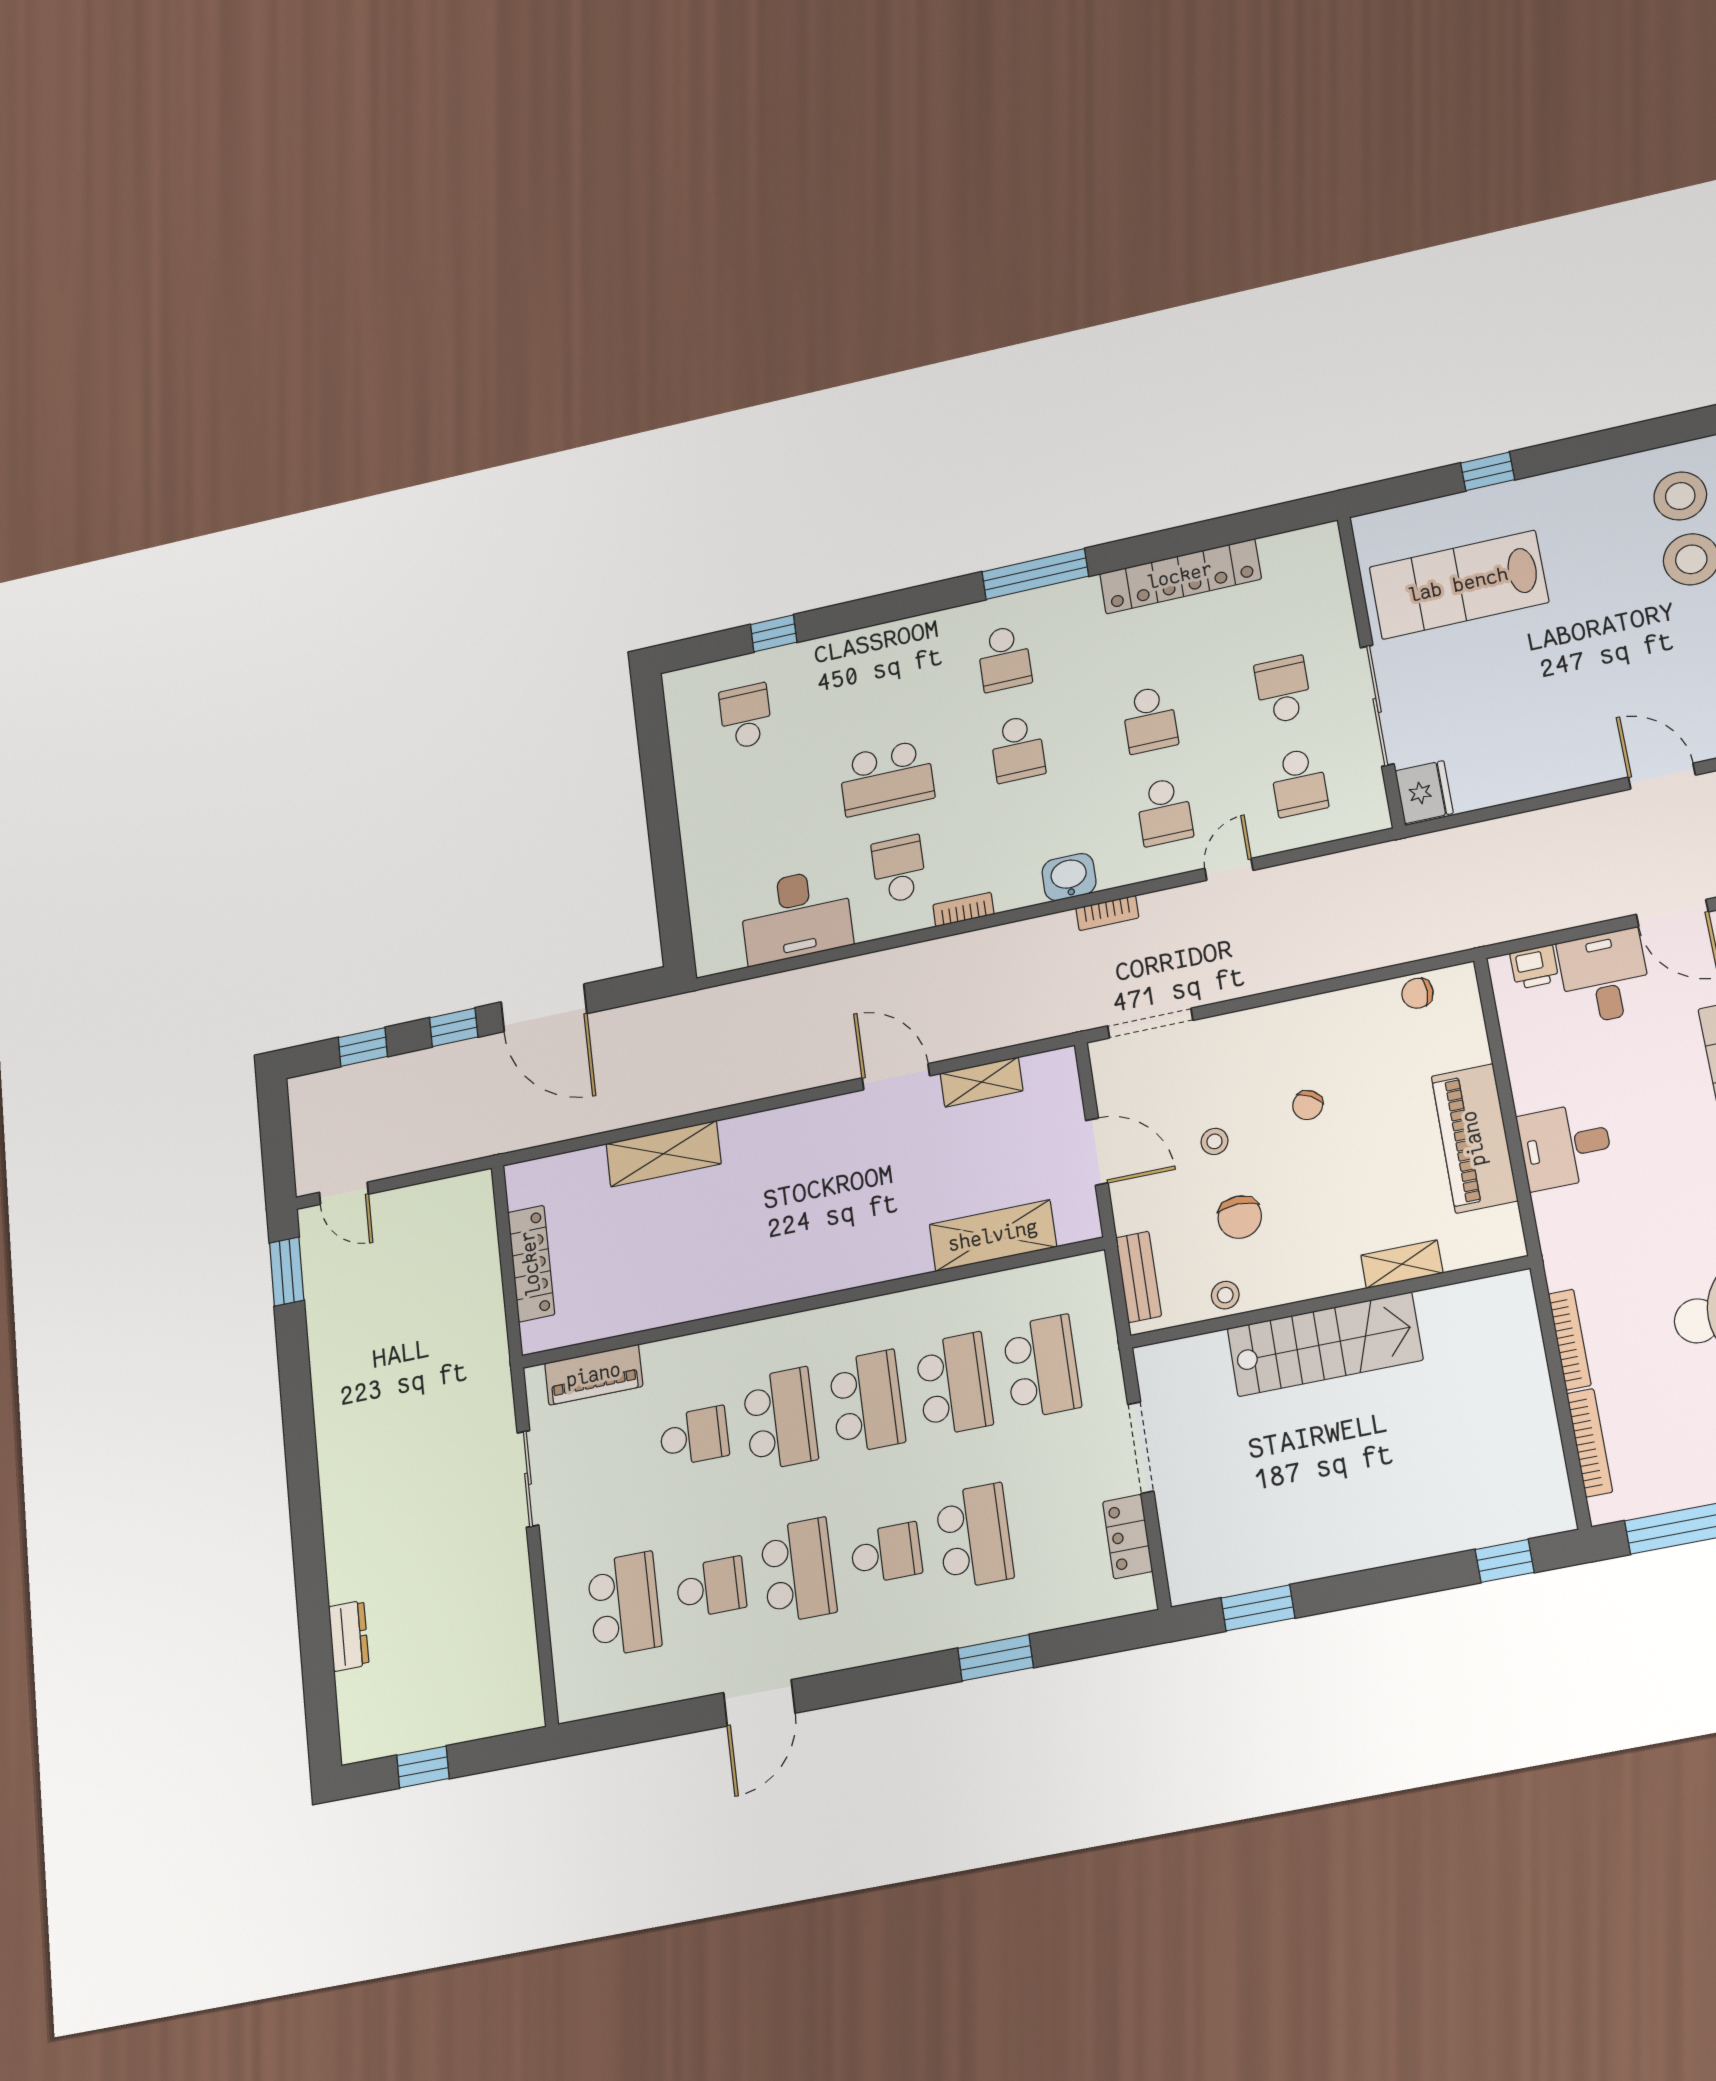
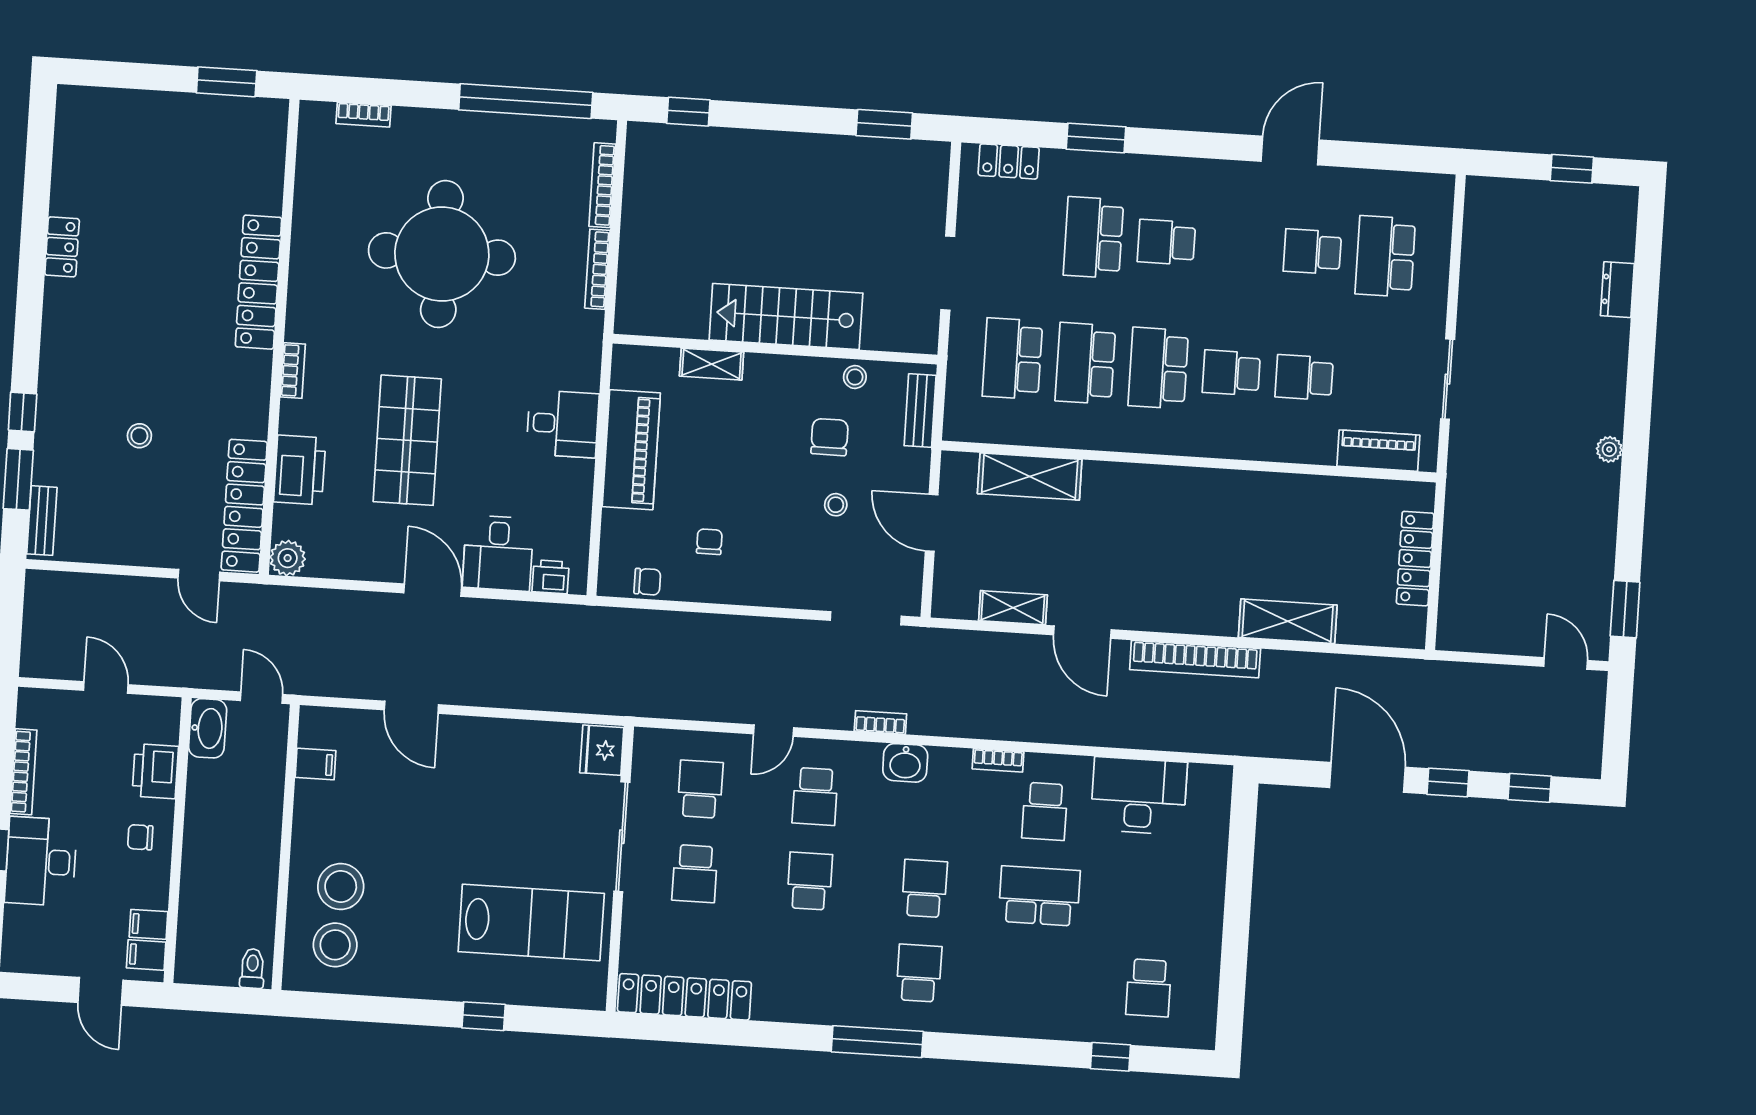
locker: (1180, 576) -> (684, 997), moved
school desk: (1164, 812) -> (815, 797), turned 180
bookcase: (761, 1083) -> (1195, 659), added
chair: (1308, 1105) -> (709, 542), moved, turned -31
school desk: (780, 1419) -> (1231, 373), width x0.54
plant: (331, 1447) -> (1609, 449), added
locker: (1128, 1537) -> (1009, 161), moved, turned 90
school desk: (798, 1571) -> (1239, 247), removed

